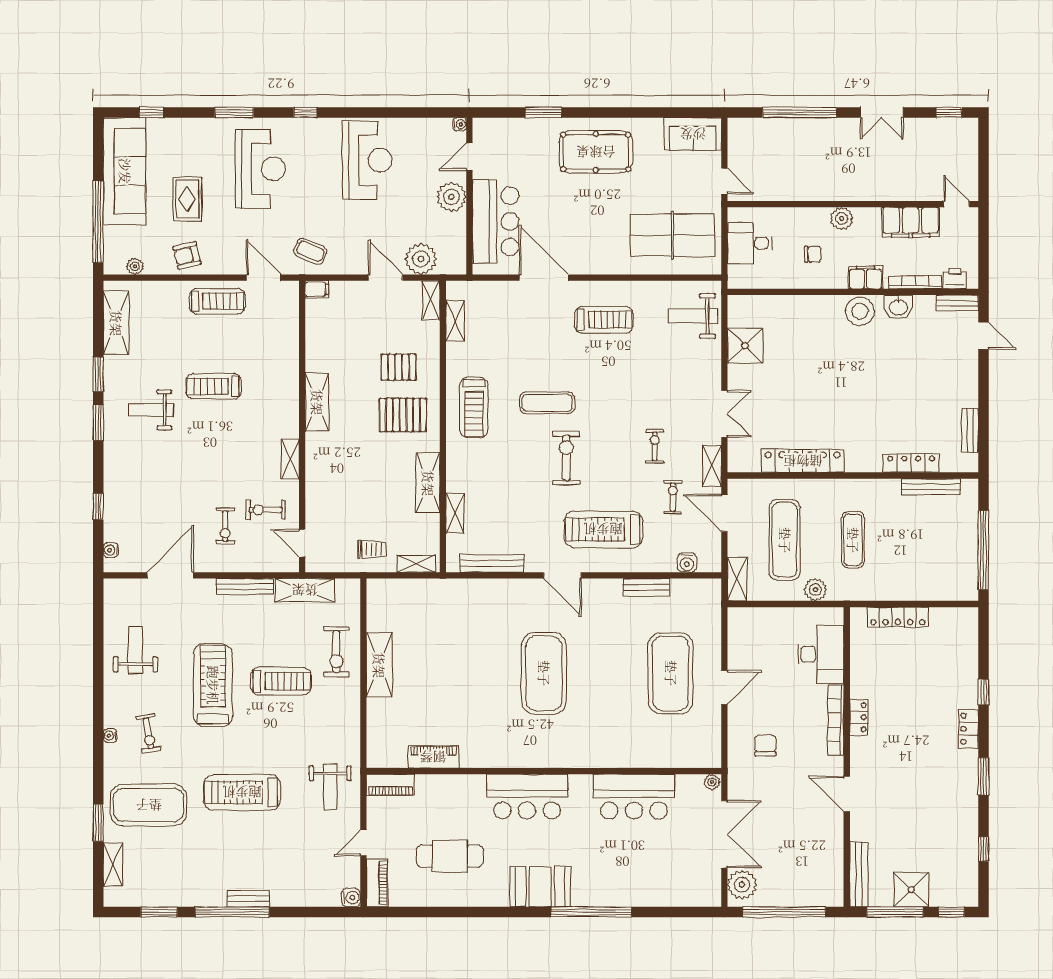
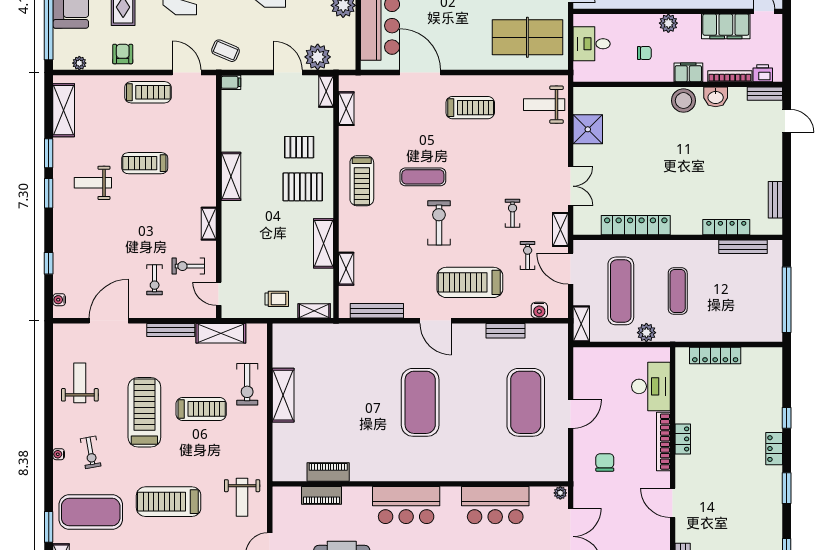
armchair: (187, 255) -> (123, 54), turned 103
piano: (390, 785) -> (322, 495), moved

